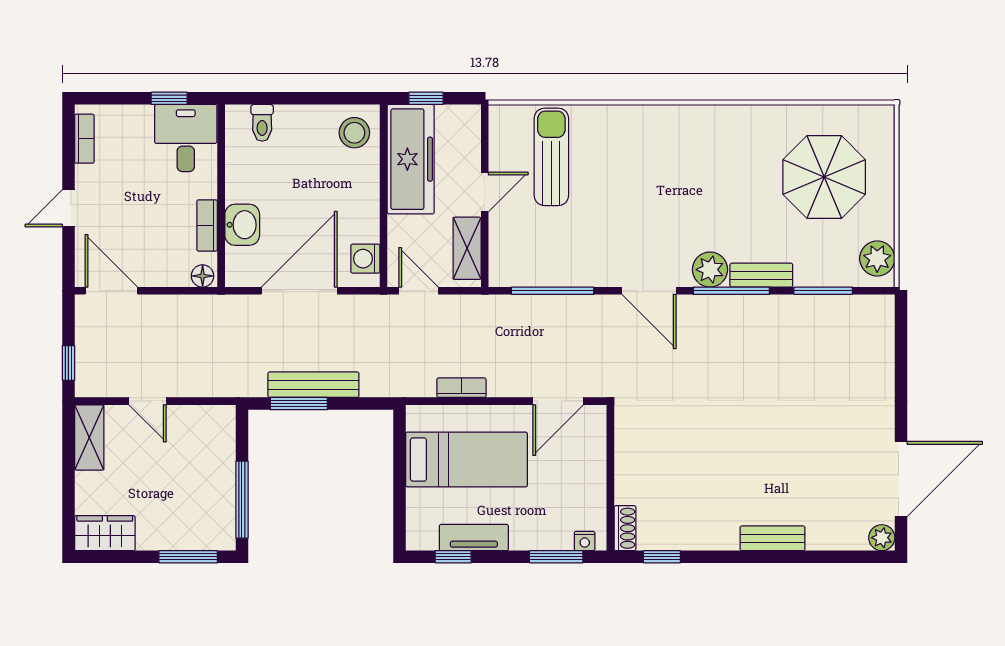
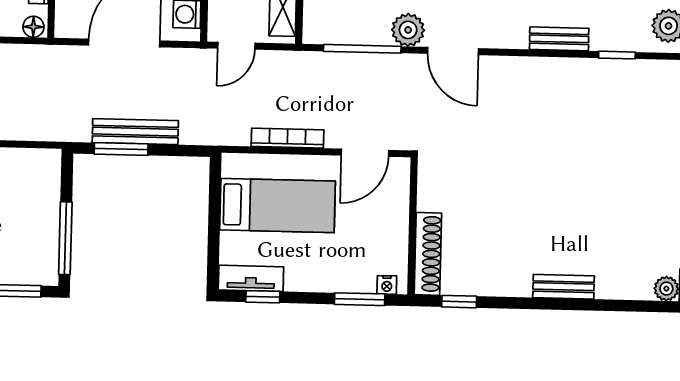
plant: (710, 270) -> (408, 30), moved
door: (419, 291) -> (236, 46), swing flipped
window: (731, 291) -> (530, 53), removed
window: (823, 291) -> (617, 55), width x0.67
bookcase: (461, 388) -> (287, 138), width x1.56
shoe rack: (625, 528) -> (428, 254), width x1.94, depth x1.24
tv unit: (474, 538) -> (251, 278), moved

